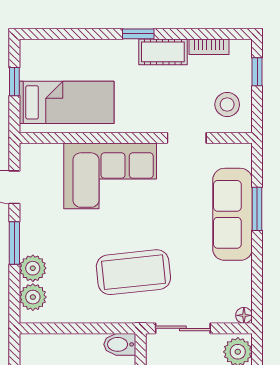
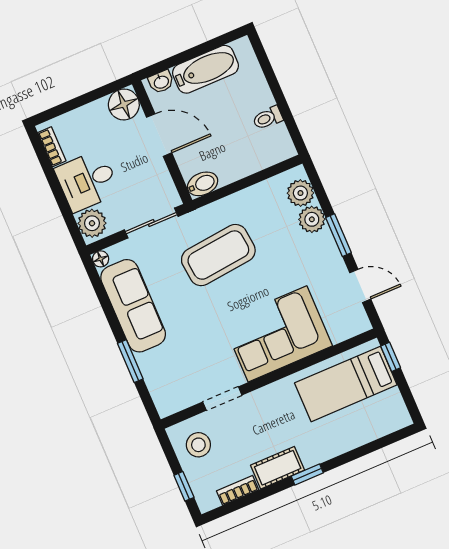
window: (14, 82) -> (391, 357), moved
sofa: (232, 214) -> (133, 306), moved

